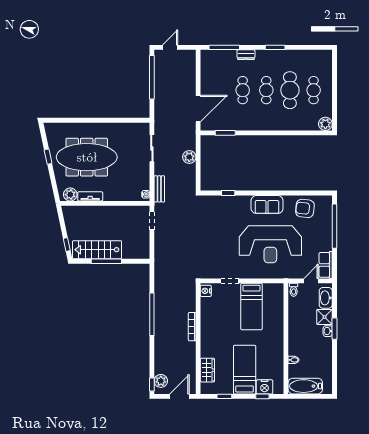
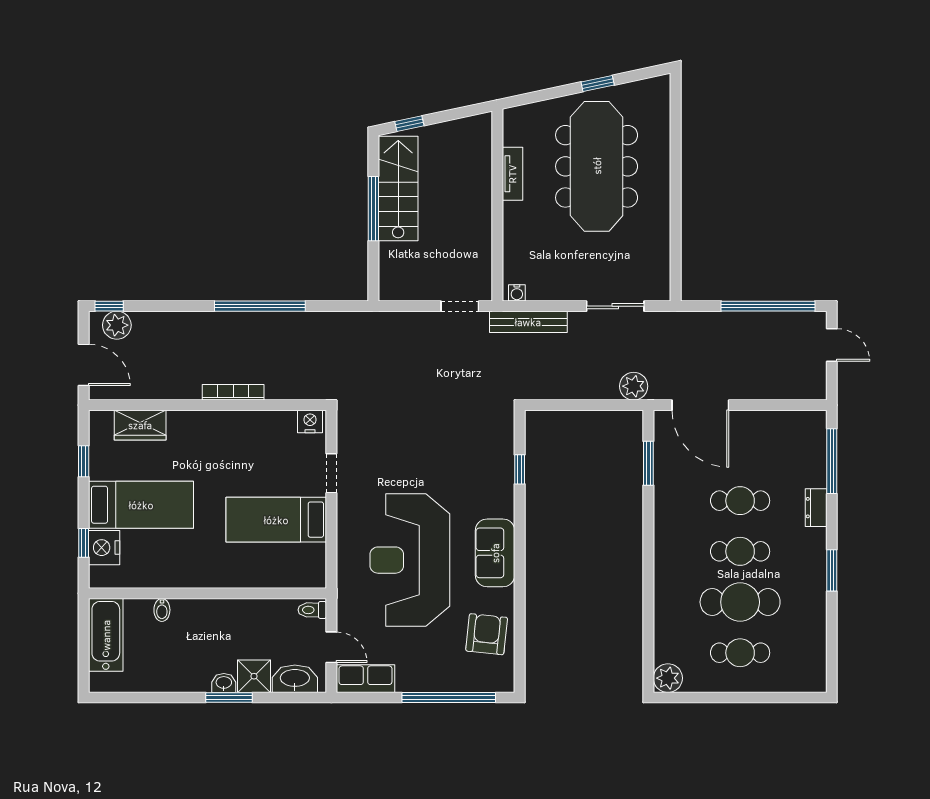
plant: (189, 157) -> (634, 386), moved
bench: (159, 189) -> (528, 322), width x1.36
plant: (70, 195) -> (516, 131), removed

